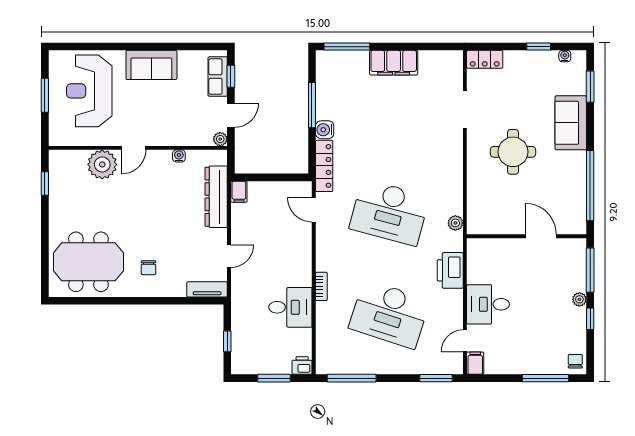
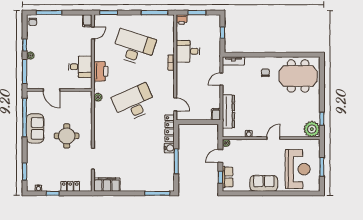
locker: (485, 59) -> (70, 186), moved
filing cabinet: (394, 63) -> (107, 185), moved
sofa: (571, 123) -> (35, 128), moved
plant: (102, 164) -> (312, 129), moved
desk: (389, 212) -> (134, 103), turned -39
desk: (488, 304) -> (80, 67), moved

